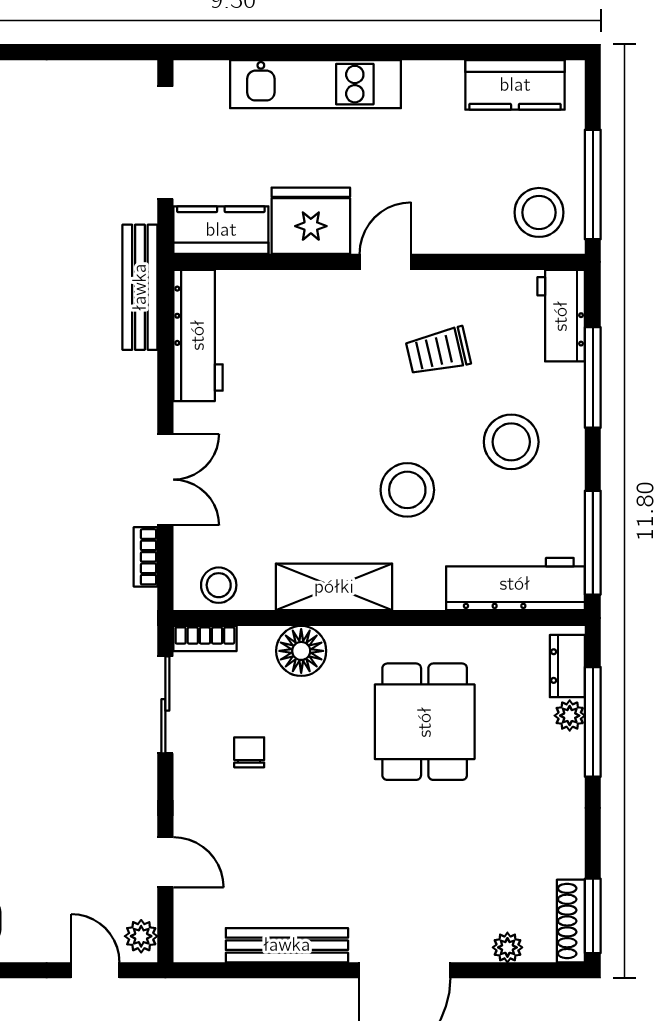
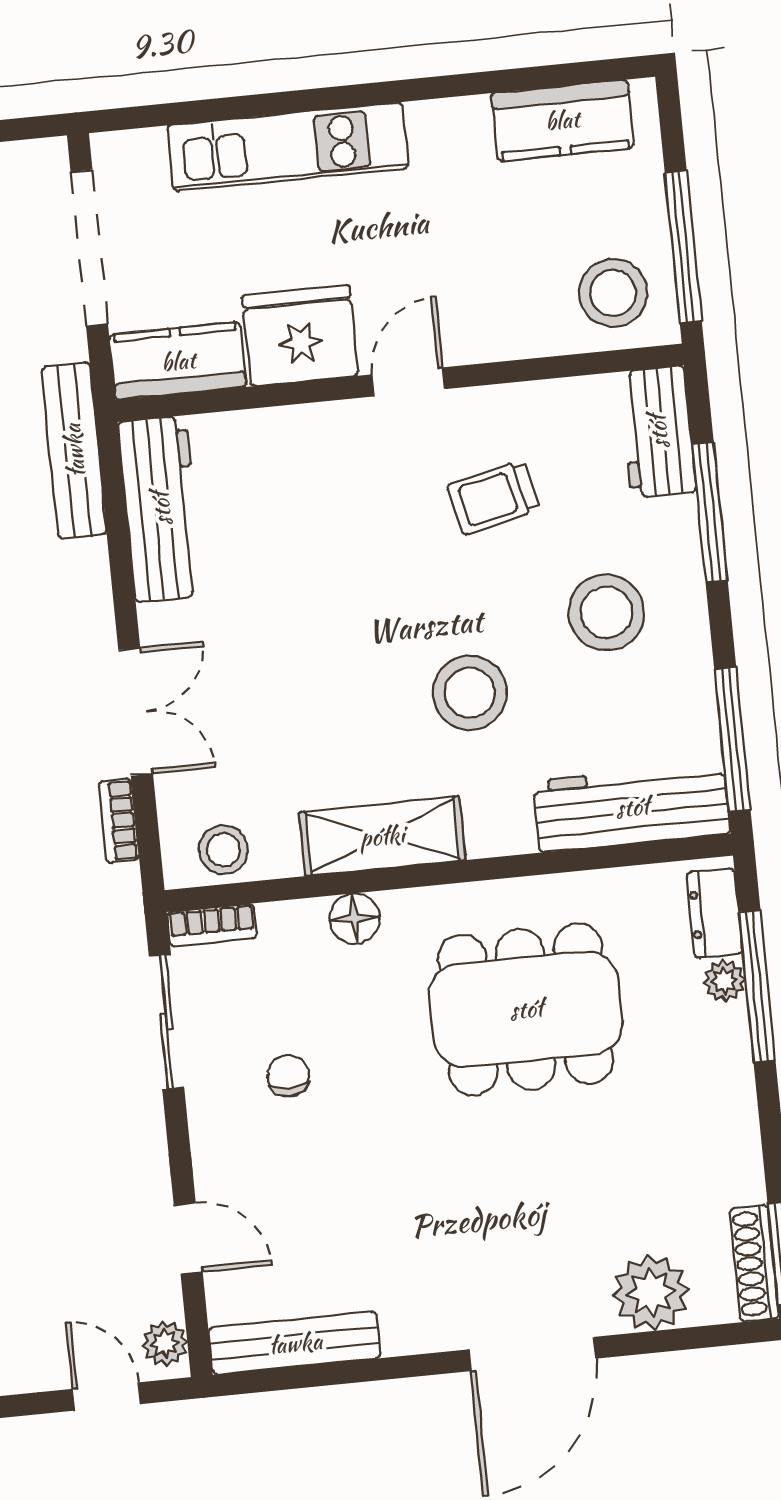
floor lamp: (301, 651) -> (355, 919), width x0.73, depth x0.73
dining table: (425, 722) -> (526, 1009), width x1.38
bench: (287, 945) -> (295, 1343), moved
plant: (507, 947) -> (651, 1292), width x1.88, depth x1.88

